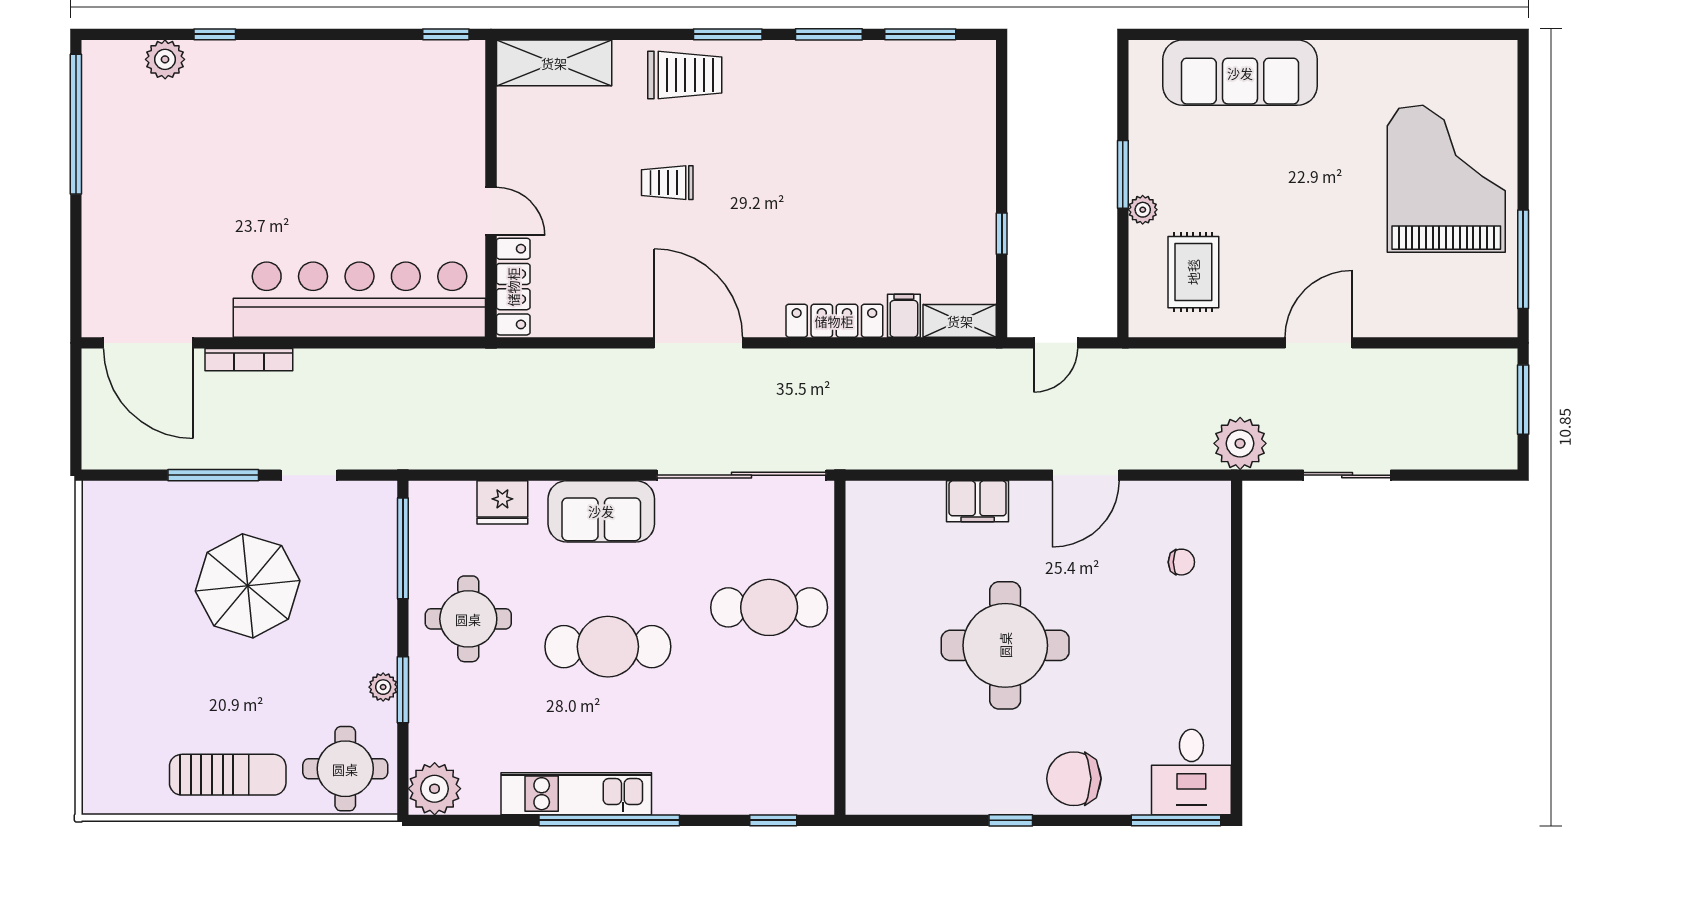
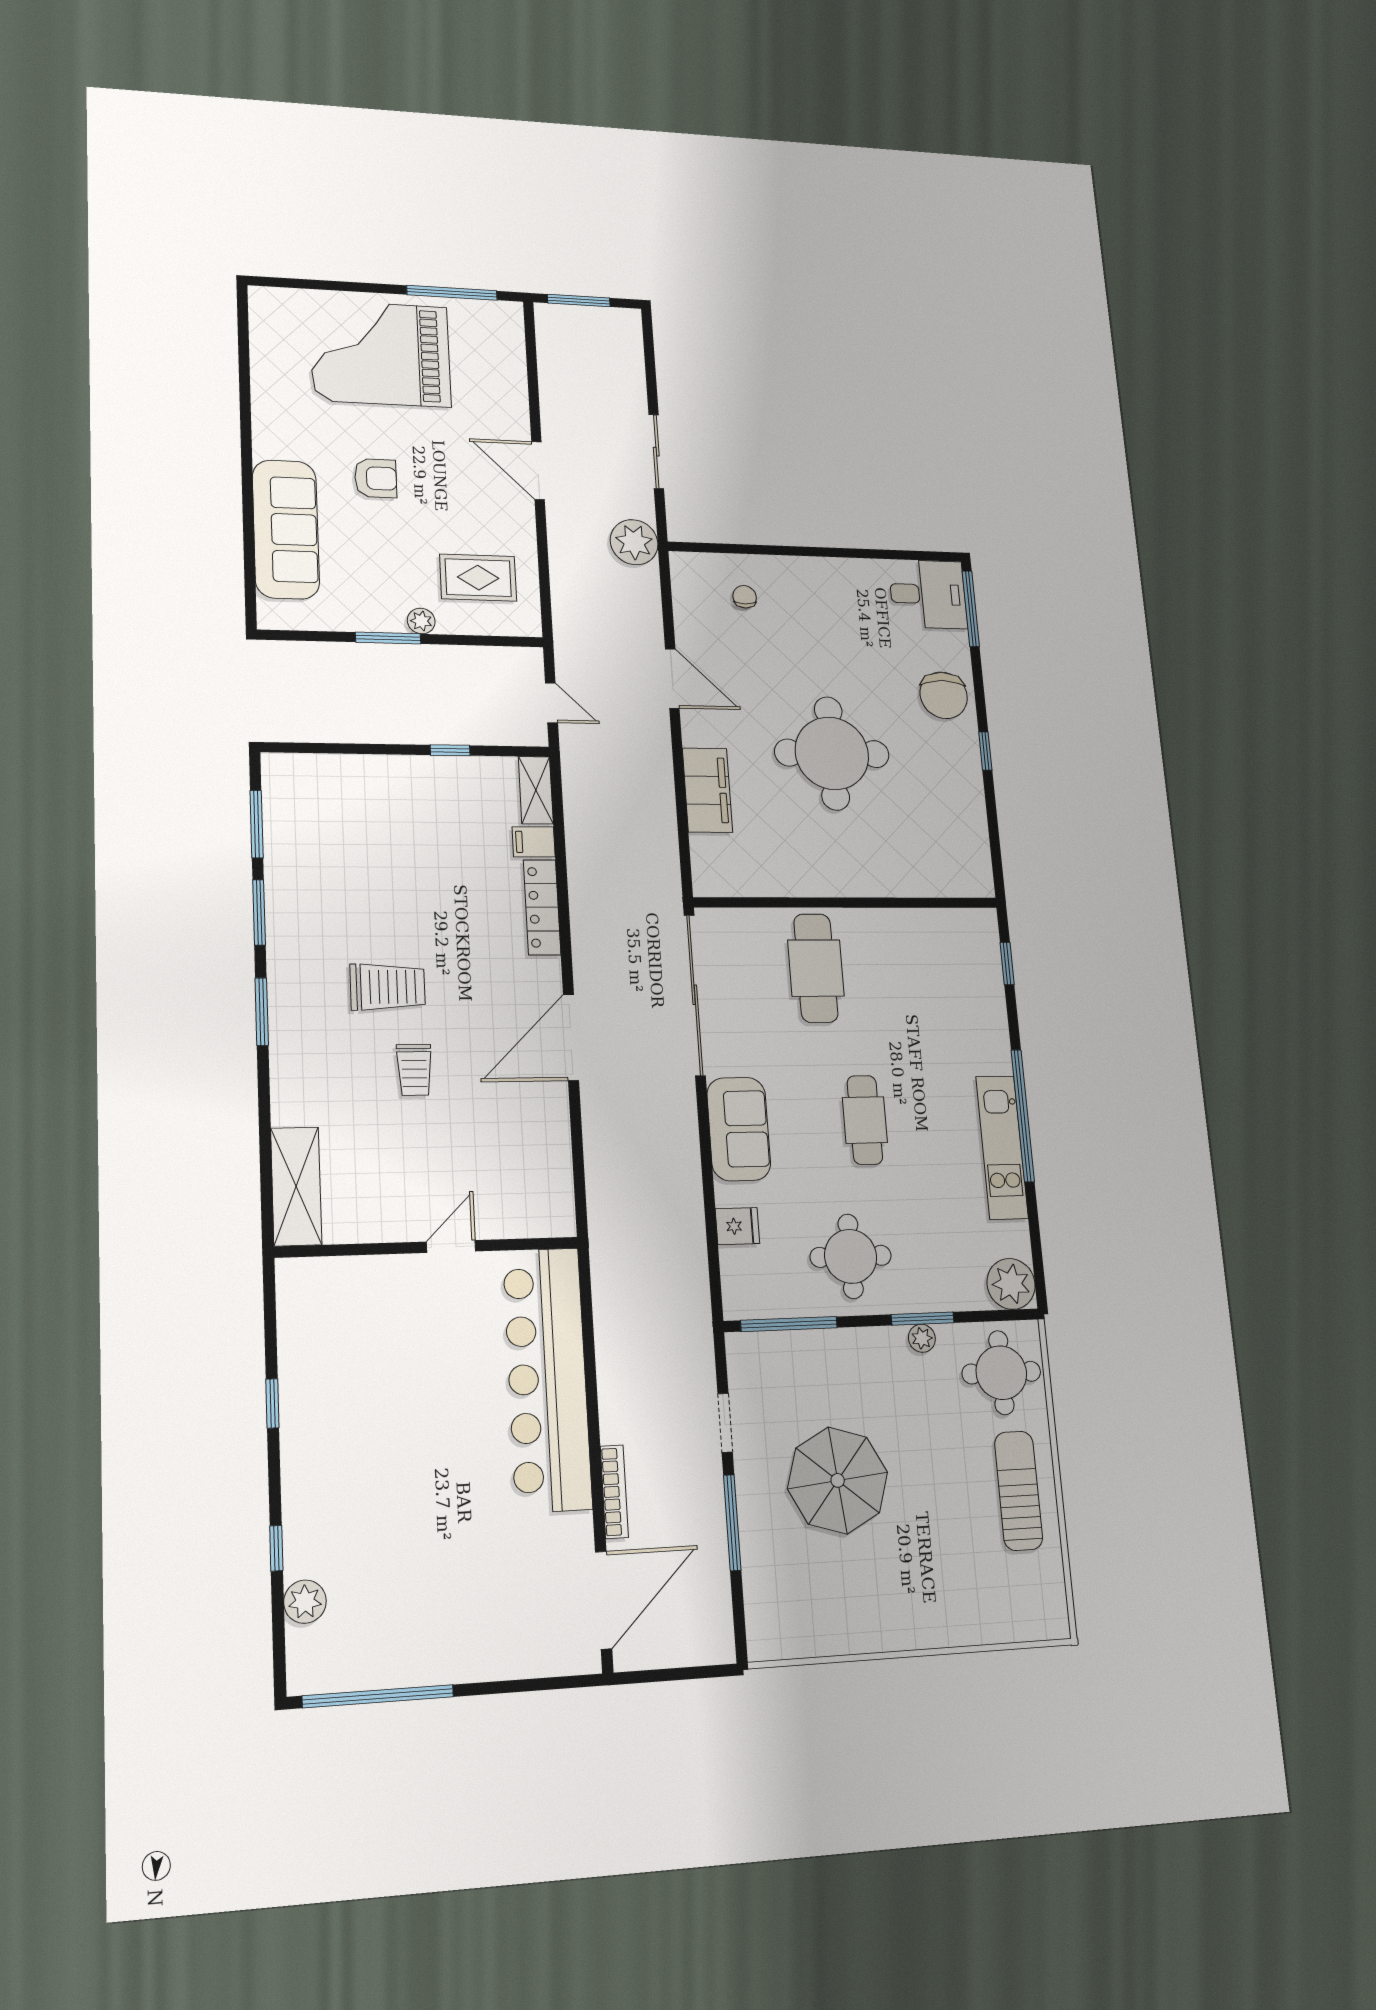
window: (446, 34) -> (272, 1404), moved
trolley: (685, 75) -> (388, 987), moved, turned 90
armchair: (1302, 168) -> (376, 478), added
locker: (513, 287) -> (526, 1222), removed
filing cabinet: (978, 501) -> (707, 790), width x1.50, depth x1.17
fridge: (502, 502) -> (737, 1226), width x0.72
cafe table: (608, 647) -> (865, 1120), width x0.73, depth x0.74

